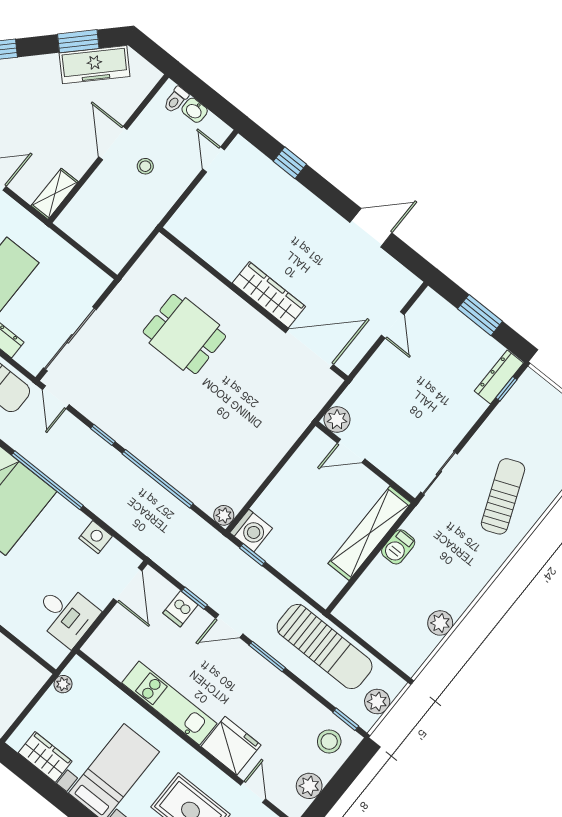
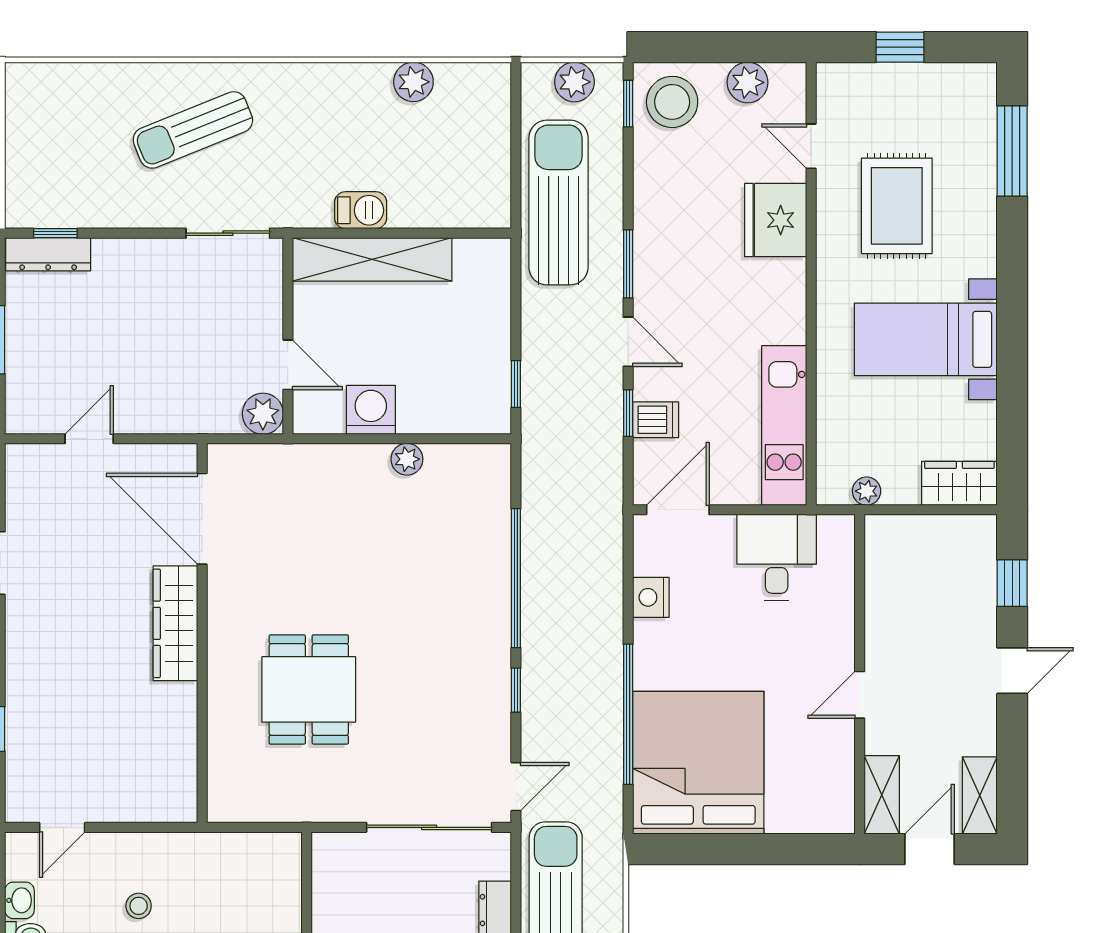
plant: (224, 515) -> (407, 459), moved
washing machine: (251, 531) -> (371, 410), moved
kitchen unit: (169, 703) -> (784, 425), moved
stool: (329, 741) -> (672, 102), width x1.38, depth x1.38
wardrobe: (45, 757) -> (959, 483), moved, turned 90
door: (253, 792) -> (811, 146), hinge flipped

